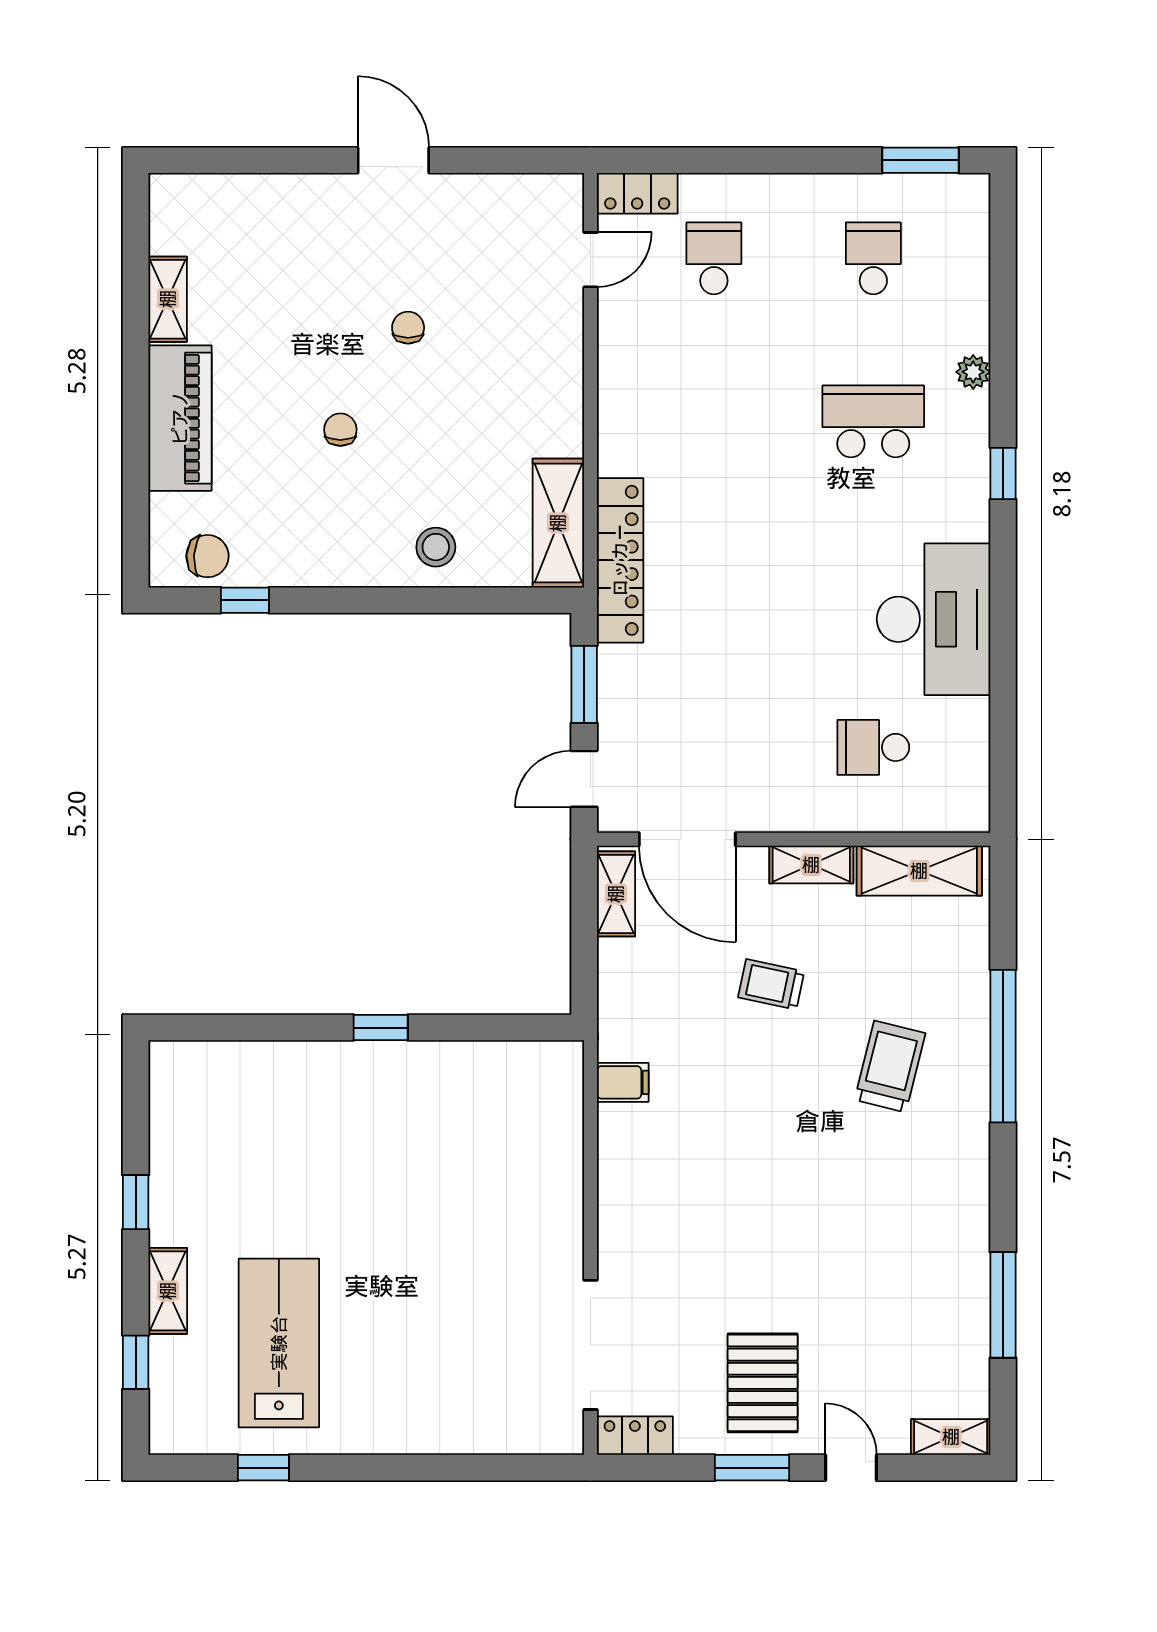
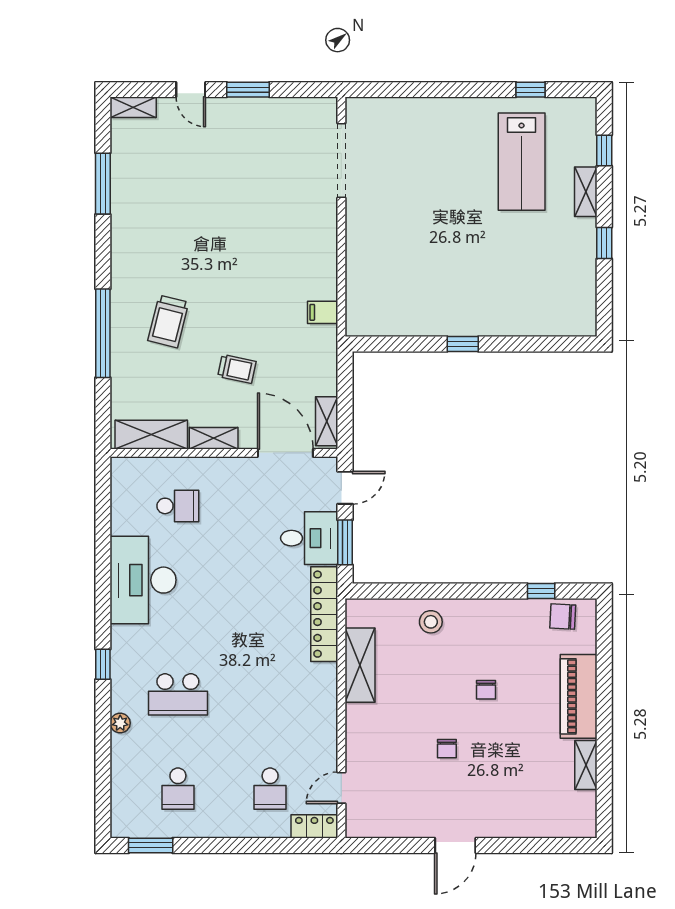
door: (393, 160) -> (455, 845), hinge flipped
shelving: (558, 523) -> (360, 665), moved
desk: (646, 692) -> (309, 538), added
pallet: (763, 1383) -> (242, 139), removed
locker: (635, 1436) -> (316, 108), removed

